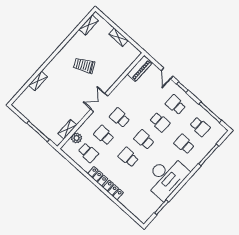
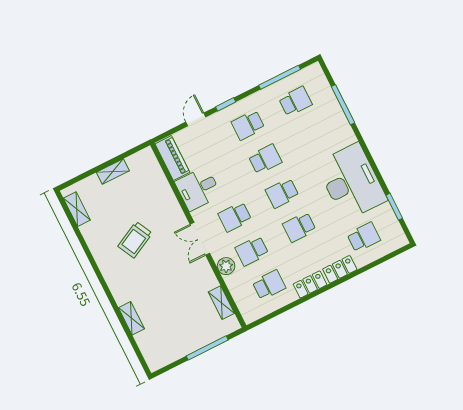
door: (167, 73) -> (196, 119), swing flipped
desk: (128, 90) -> (198, 189), added
plant: (77, 138) -> (226, 266), moved
school desk: (184, 144) -> (364, 237), moved, turned 180

